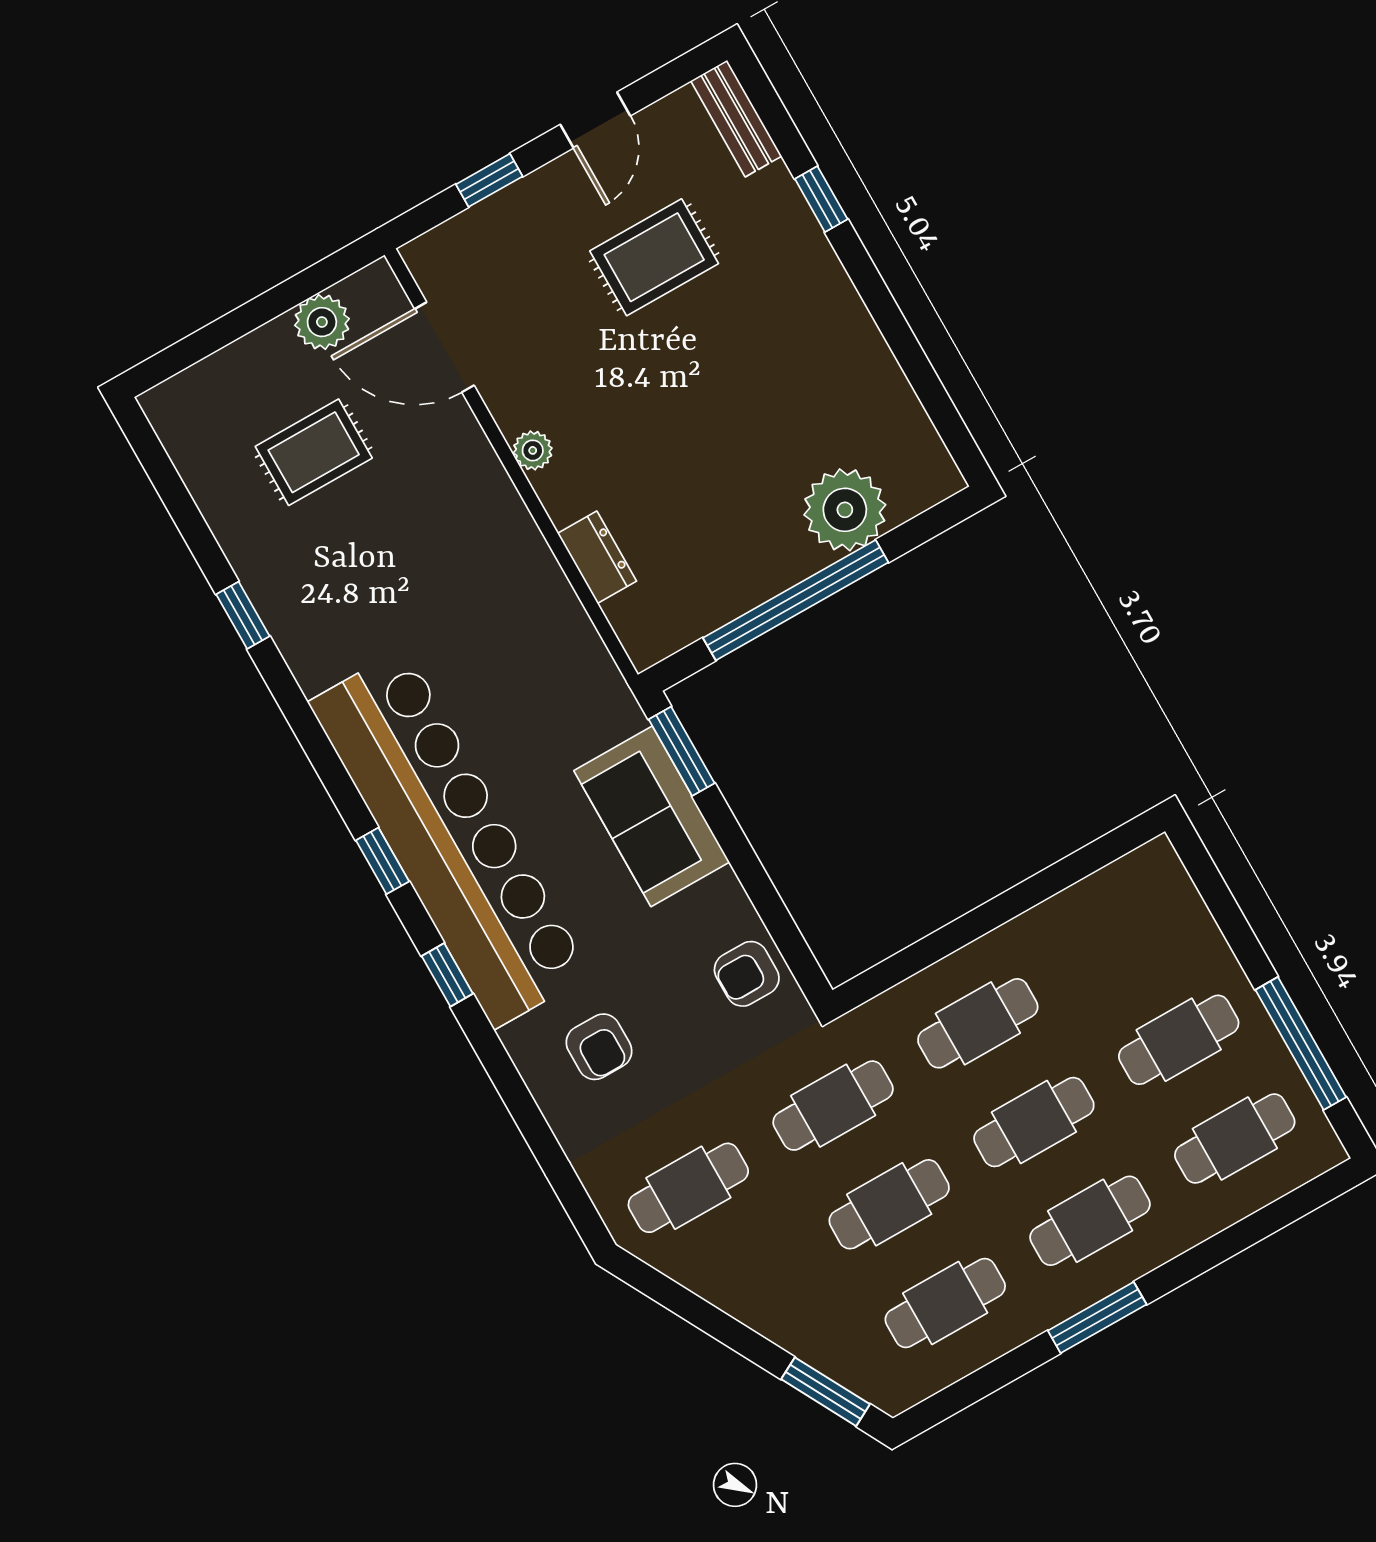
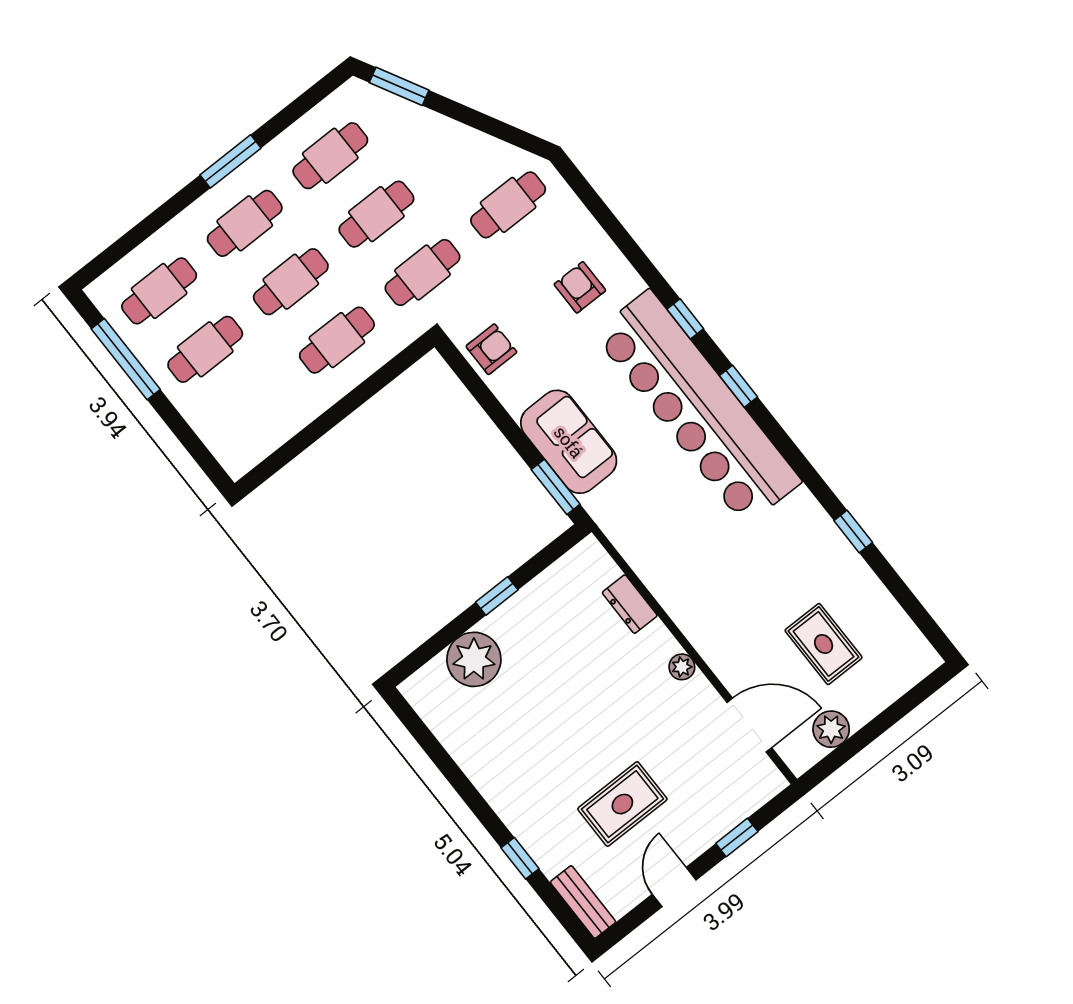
rug: (314, 452) -> (824, 644), turned 90
window: (796, 600) -> (497, 596), width x0.32

